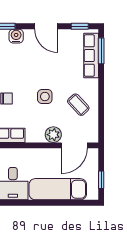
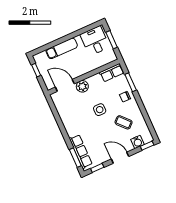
coffee table: (78, 105) -> (124, 122), moved
door: (74, 145) -> (65, 85), hinge flipped
exam couch: (58, 189) -> (62, 48), width x0.73, depth x0.69

